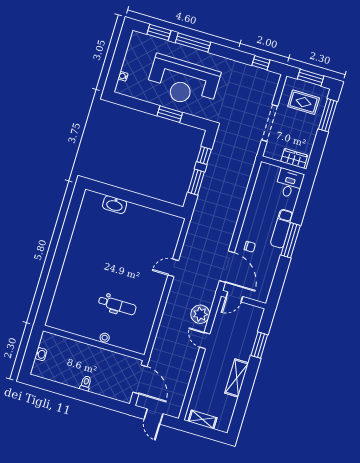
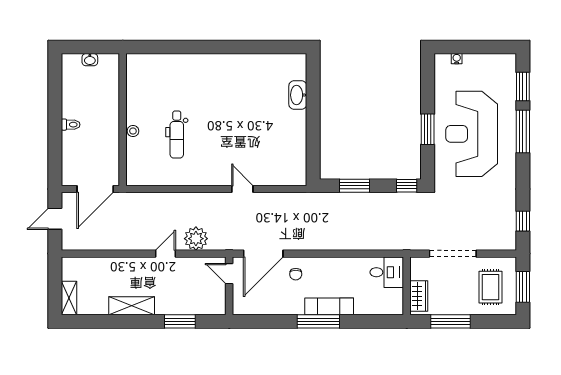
window: (328, 115) -> (451, 321), moved
window: (204, 155) -> (407, 186), moved
desk: (289, 183) -> (387, 272), moved
shelving: (203, 420) -> (69, 298), moved

